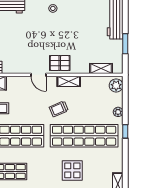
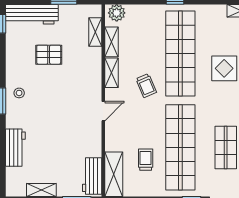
pallet: (60, 63) -> (49, 55), moved, turned 90
shelving: (93, 81) -> (111, 42), added
plant: (118, 112) -> (150, 10), removed

